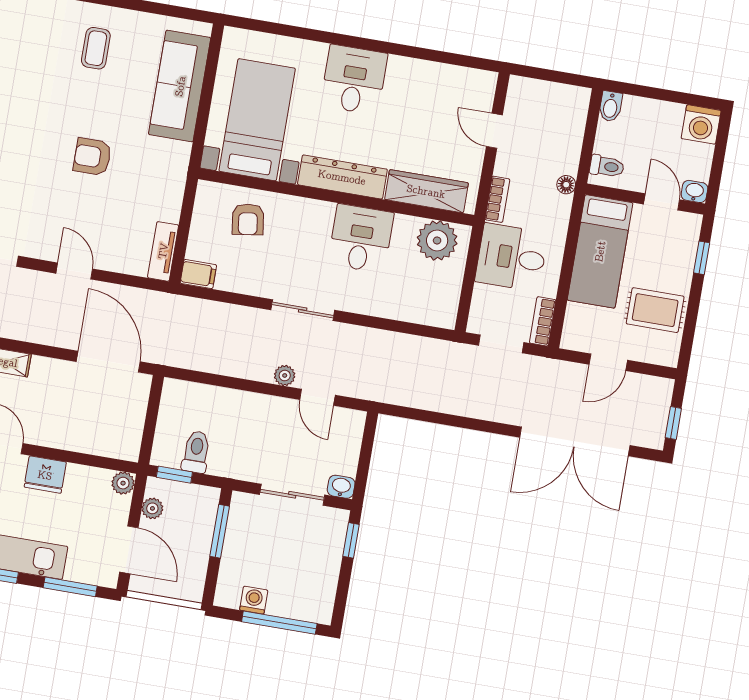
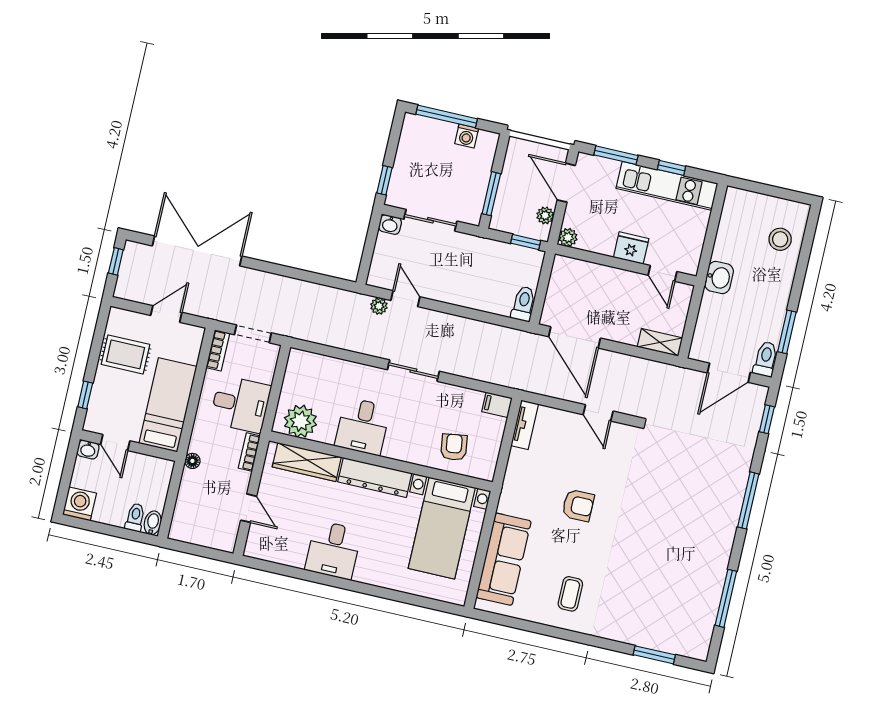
desk: (354, 80) -> (333, 550), moved
toilet: (607, 166) -> (135, 517), moved, turned 90
plant: (285, 375) -> (379, 306), moved
toilet: (196, 452) -> (523, 304), moved, turned 180

